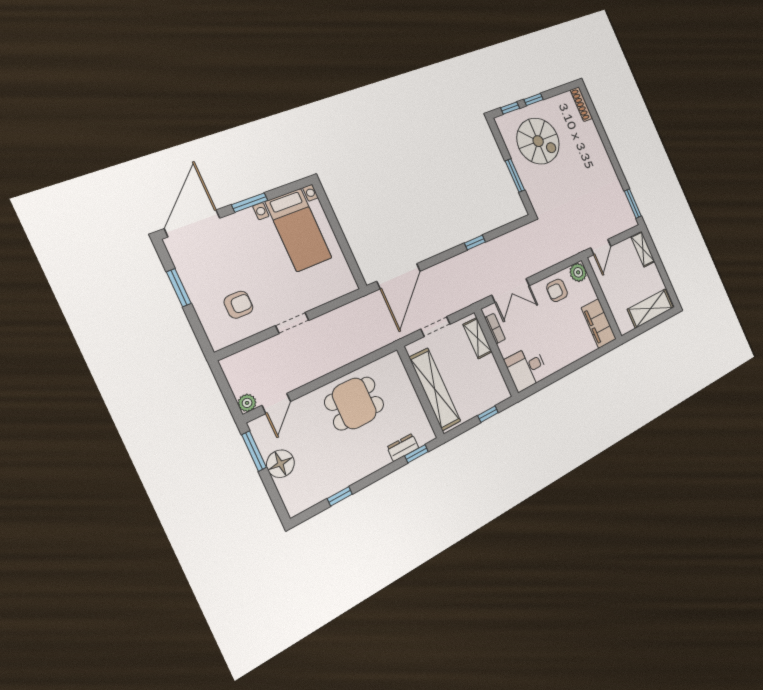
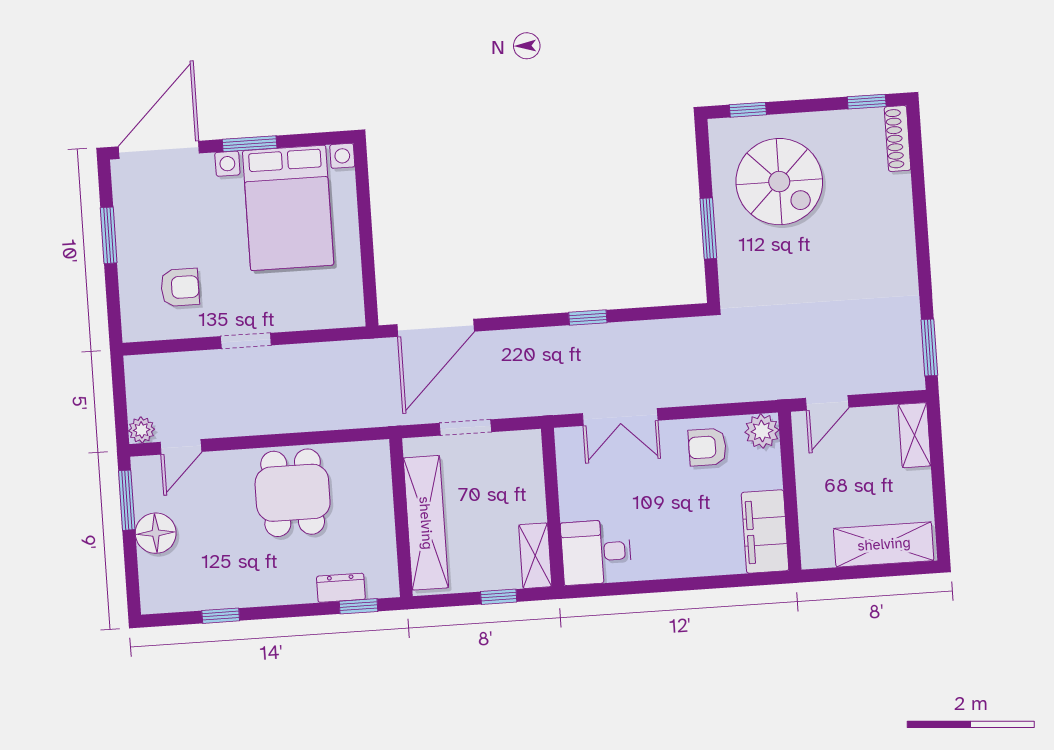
window: (533, 100) -> (867, 102), moved
bed with nightstands: (299, 230) -> (288, 208), width x1.36
bookcase: (495, 329) -> (566, 468), removed
shelving: (478, 338) -> (535, 556), moved
dining table: (354, 403) -> (293, 493), turned 90

